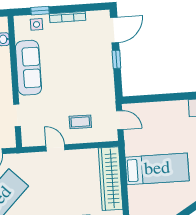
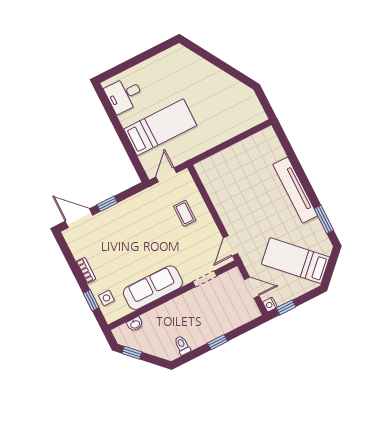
bookcase: (68, 17) -> (86, 270), width x0.64
door: (55, 148) -> (230, 246), moved
bed: (157, 169) -> (160, 127), moved, turned 90
wardrobe: (111, 179) -> (228, 159), removed

